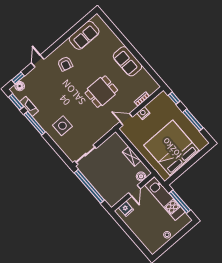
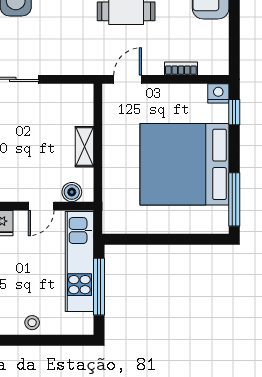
nightstand: (143, 113) -> (218, 93), moved
door: (126, 119) -> (128, 79), hinge flipped
window: (193, 120) -> (234, 199), moved
bed: (172, 148) -> (184, 164), moved, turned -90

